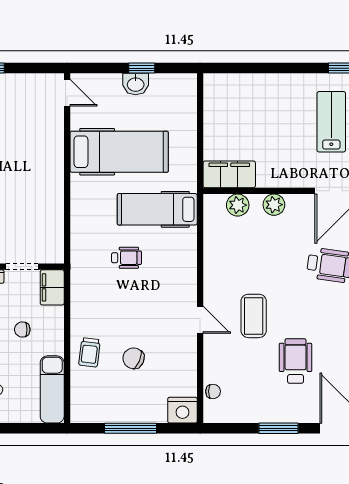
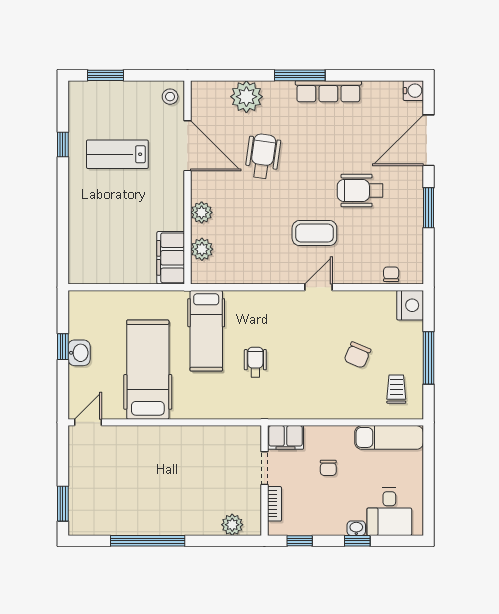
trolley: (90, 352) -> (396, 389), moved, turned -97

